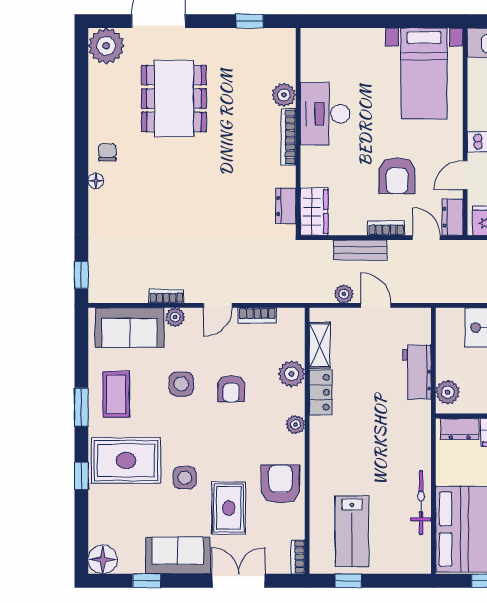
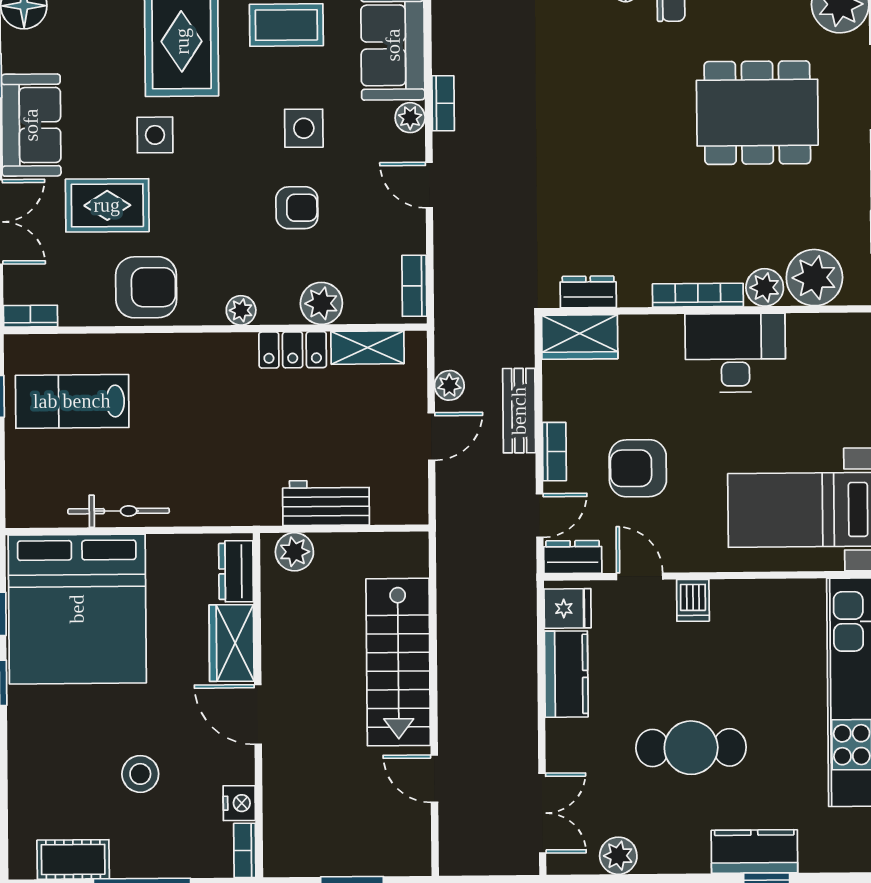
plant: (278, 64) -> (814, 278), added
bookcase: (257, 315) -> (414, 286), moved
armchair: (231, 389) -> (297, 208), turned 180

